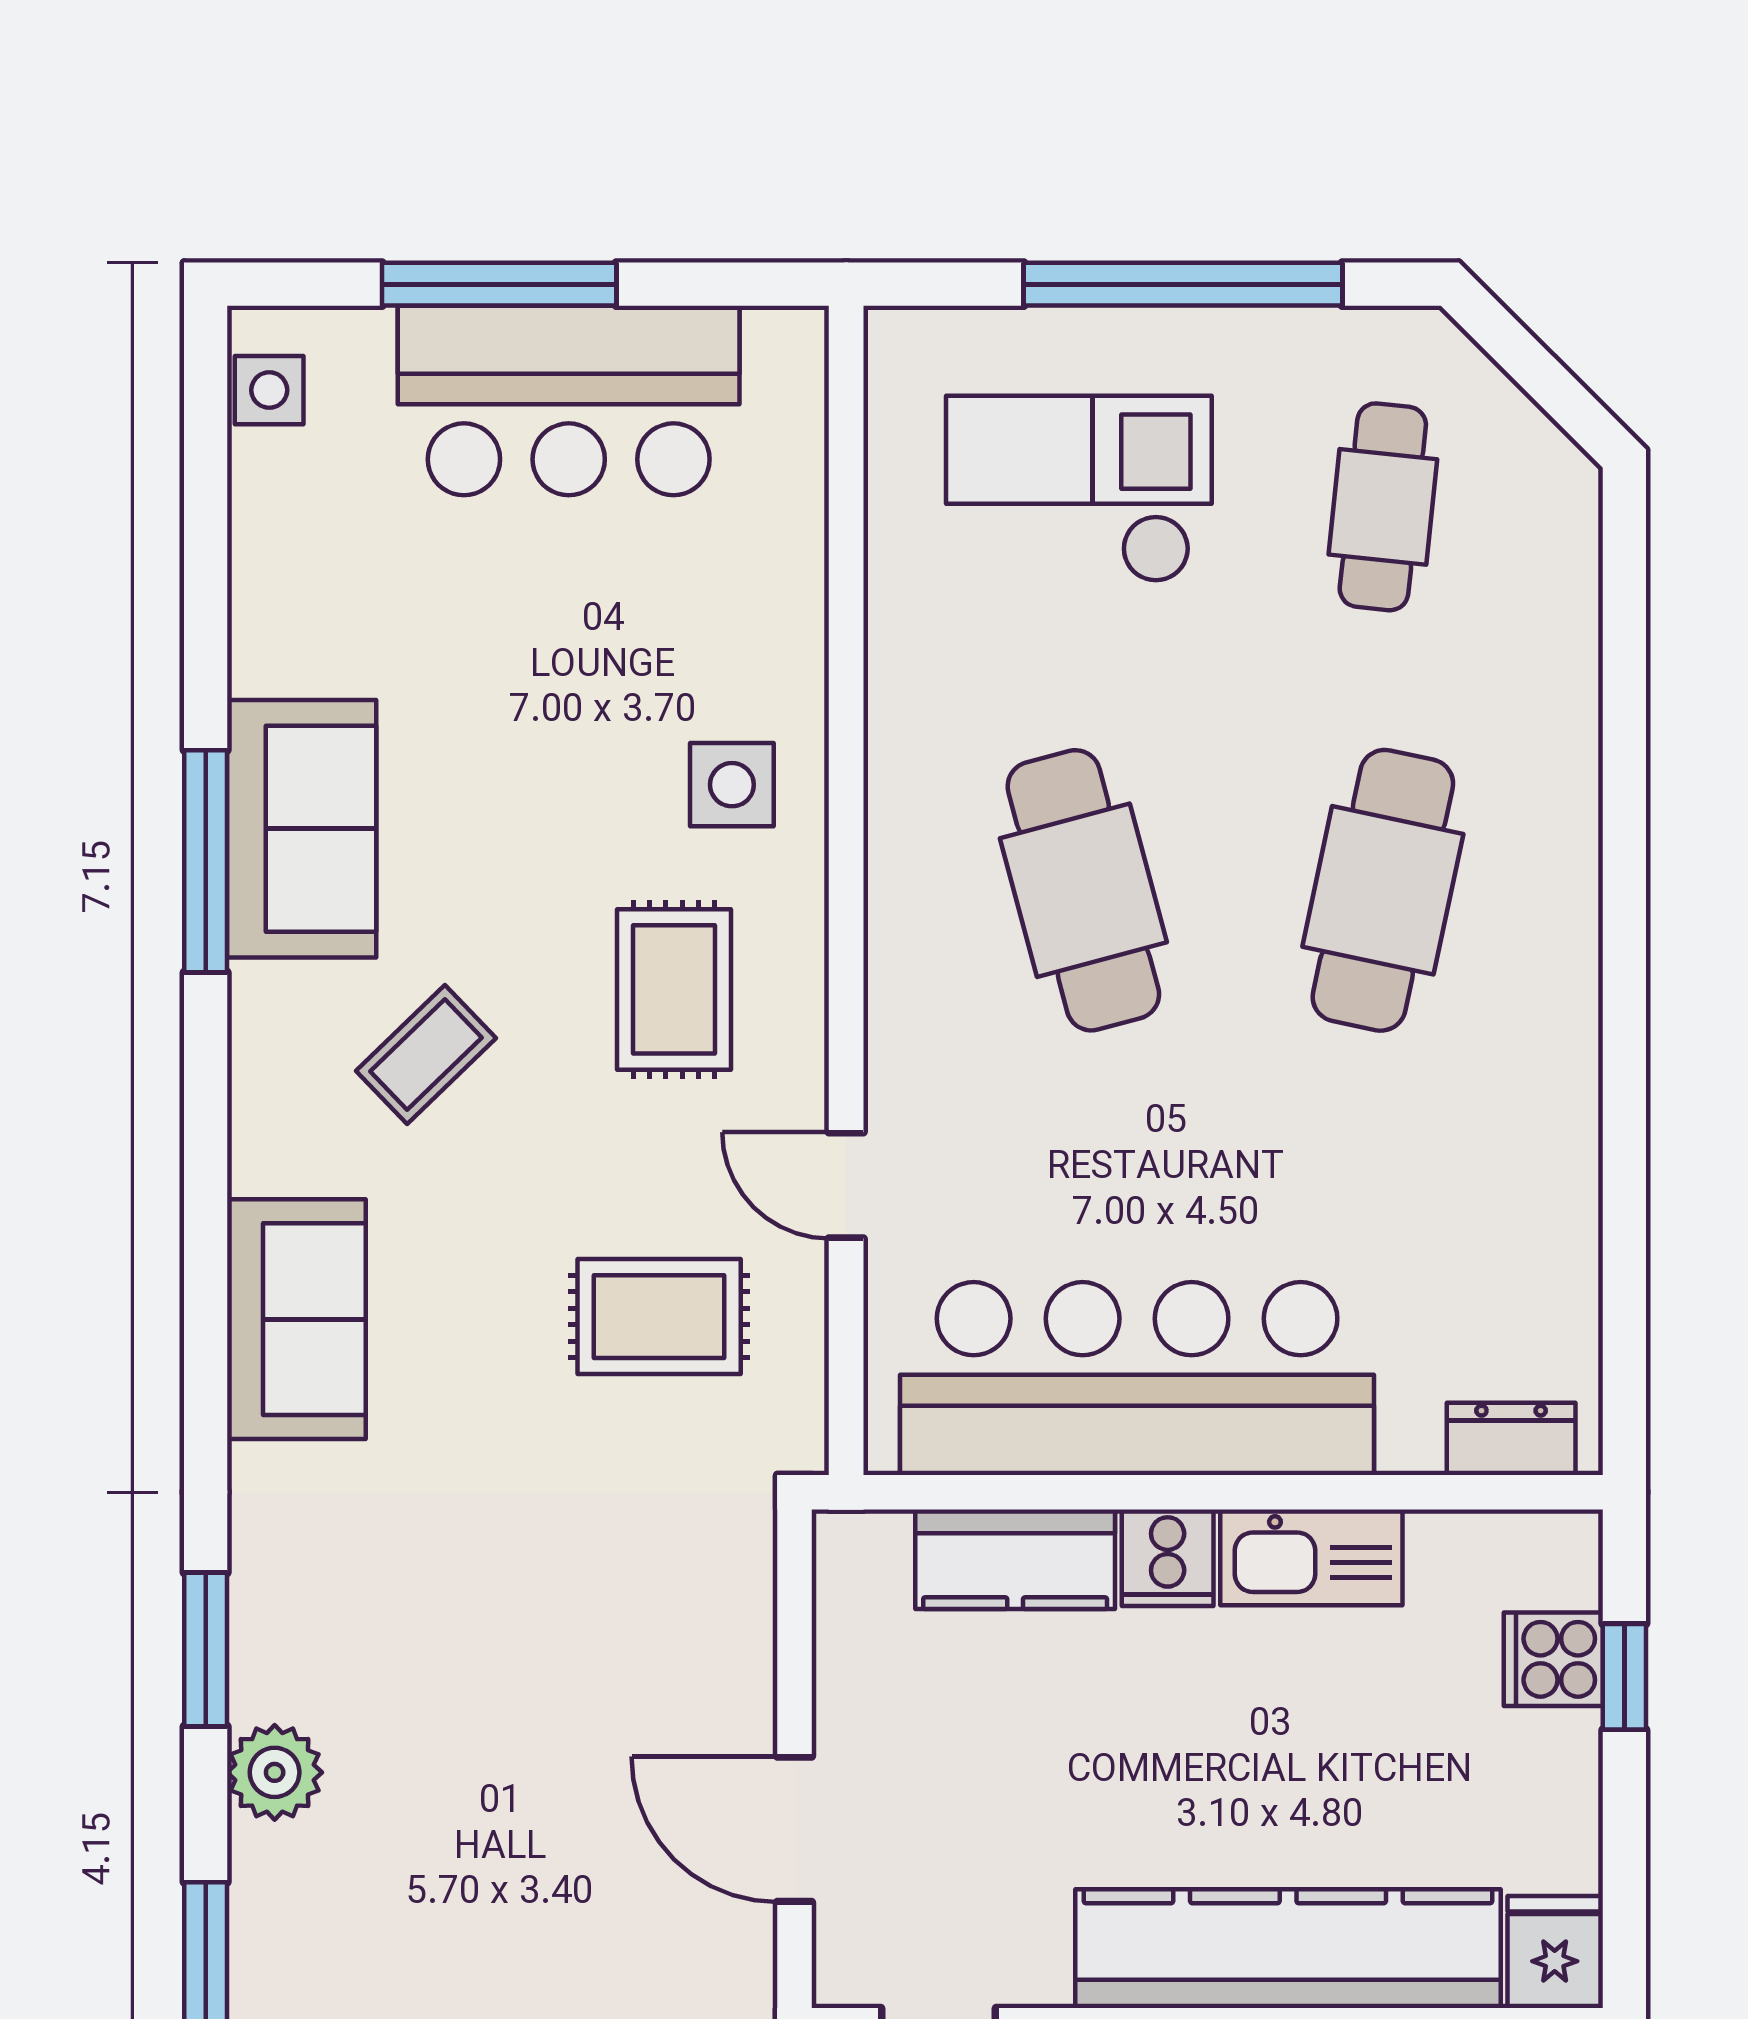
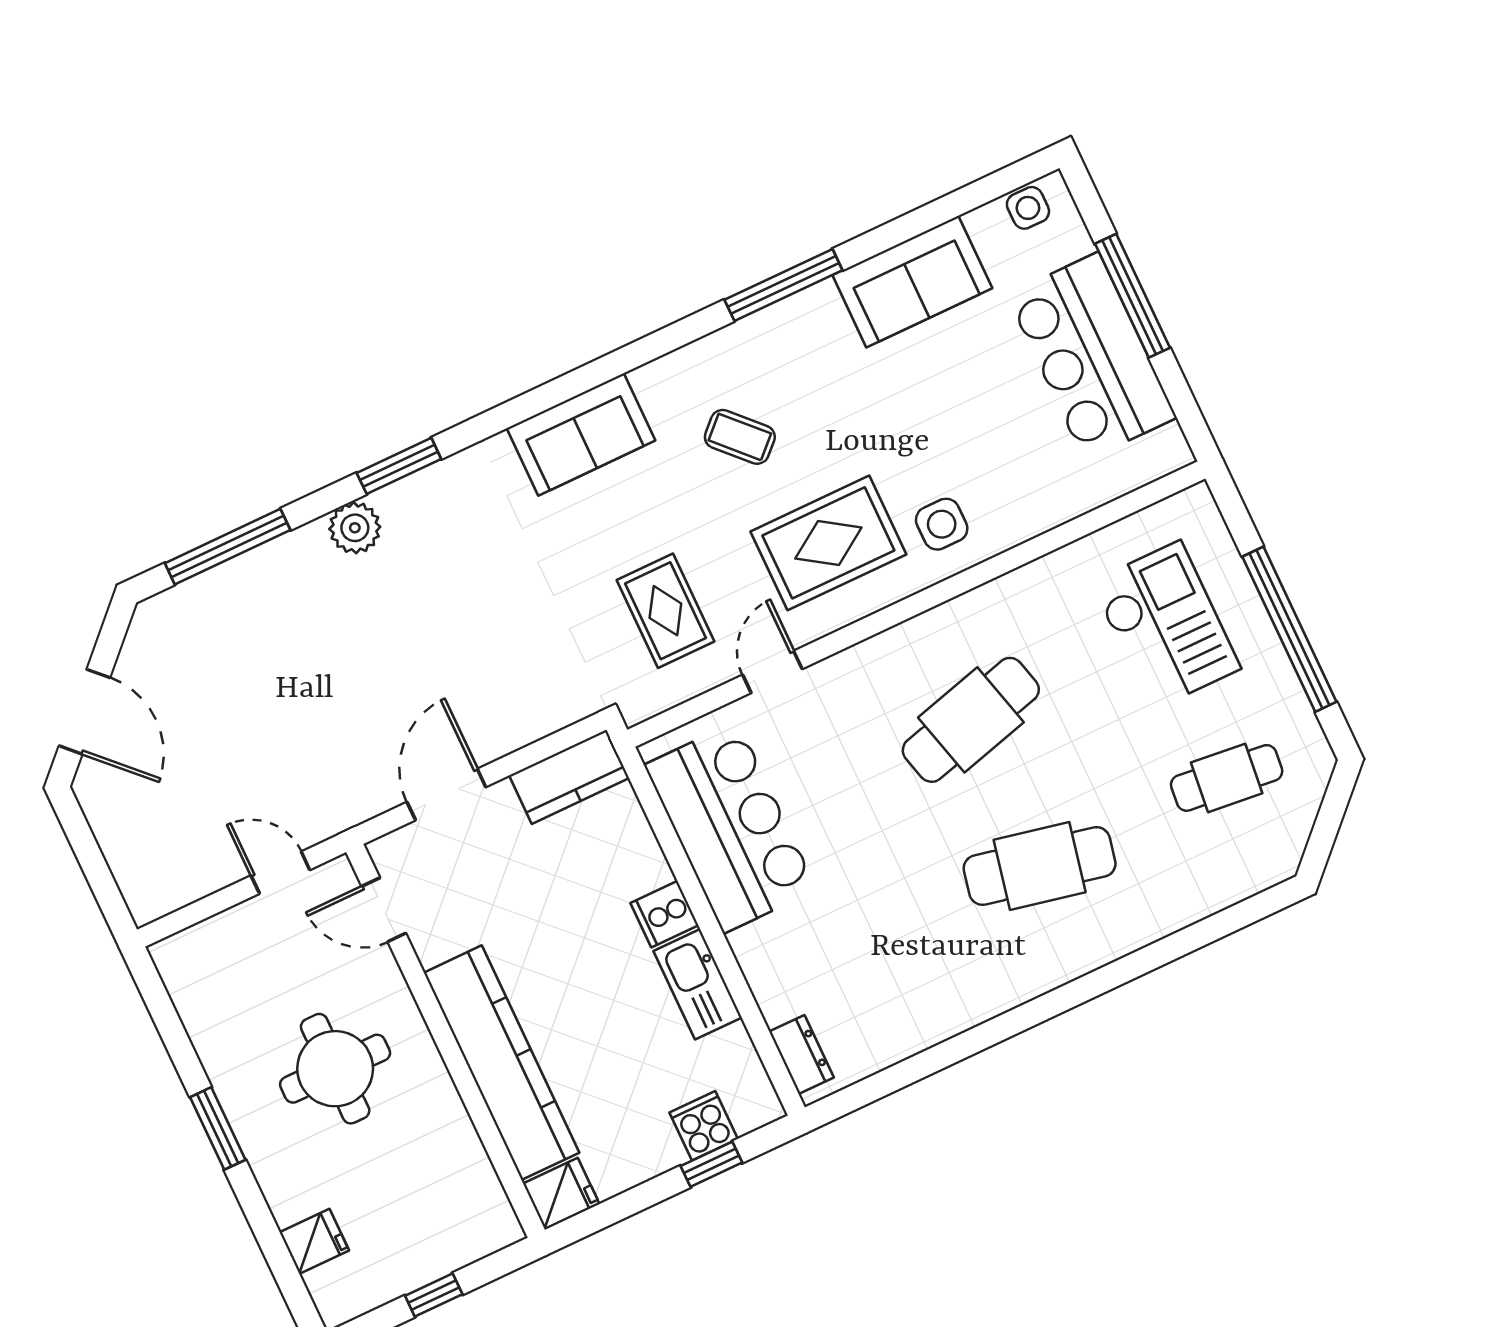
sofa: (302, 829) -> (912, 282), moved
rug: (674, 989) -> (828, 543), width x1.36, depth x1.43
bar counter: (1137, 1378) -> (730, 827), width x0.73
kitchen counter: (1015, 1559) -> (569, 777), moved, turned -90

